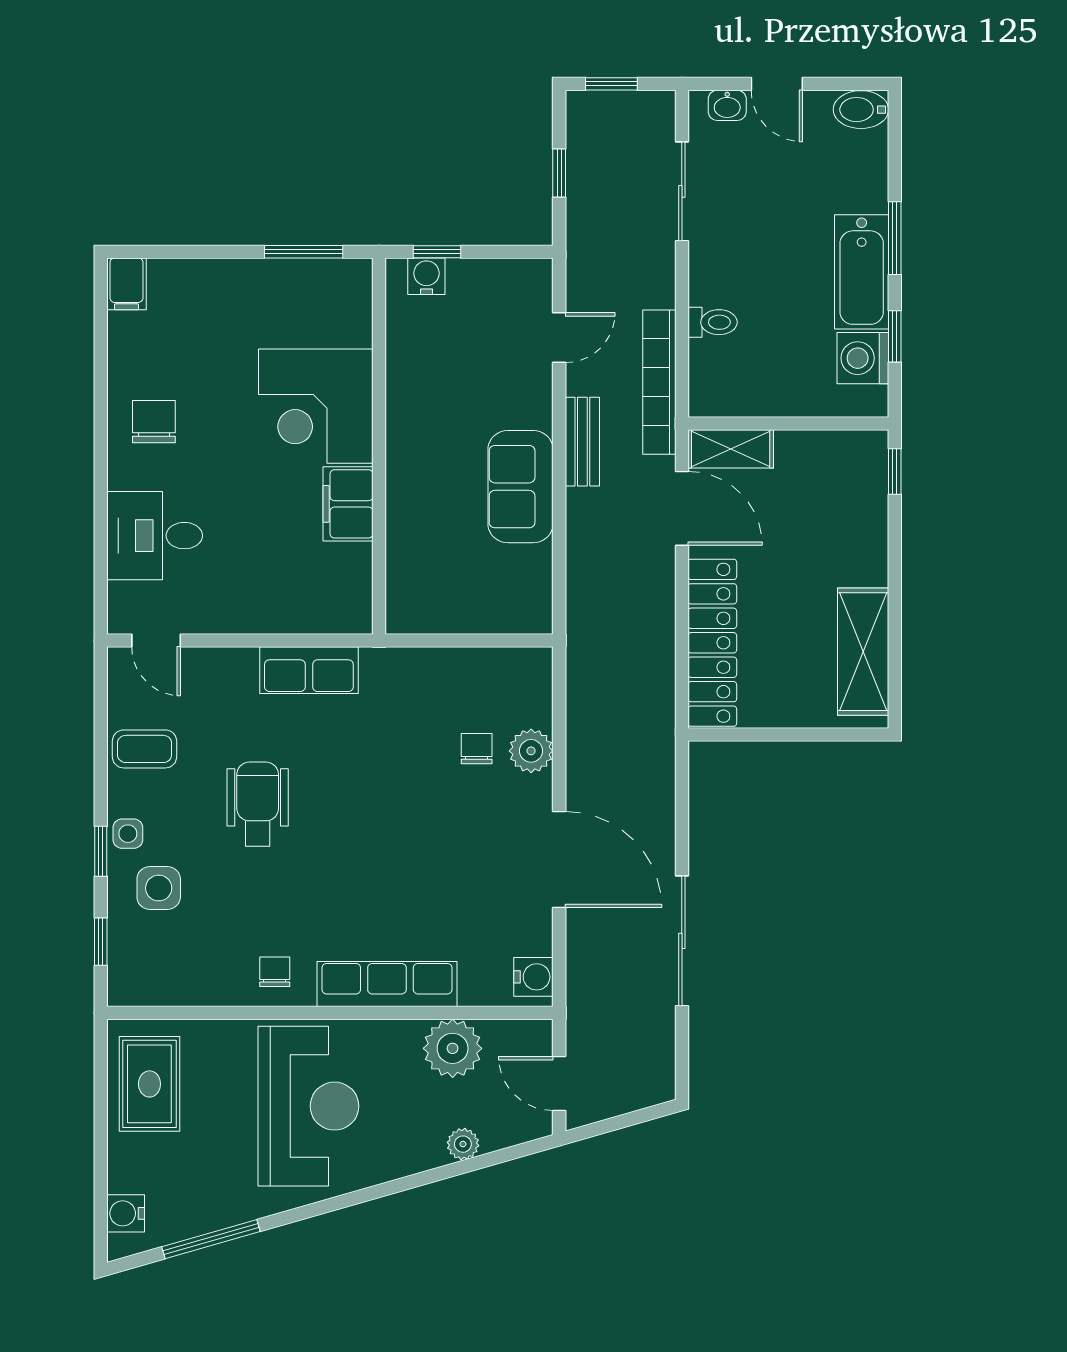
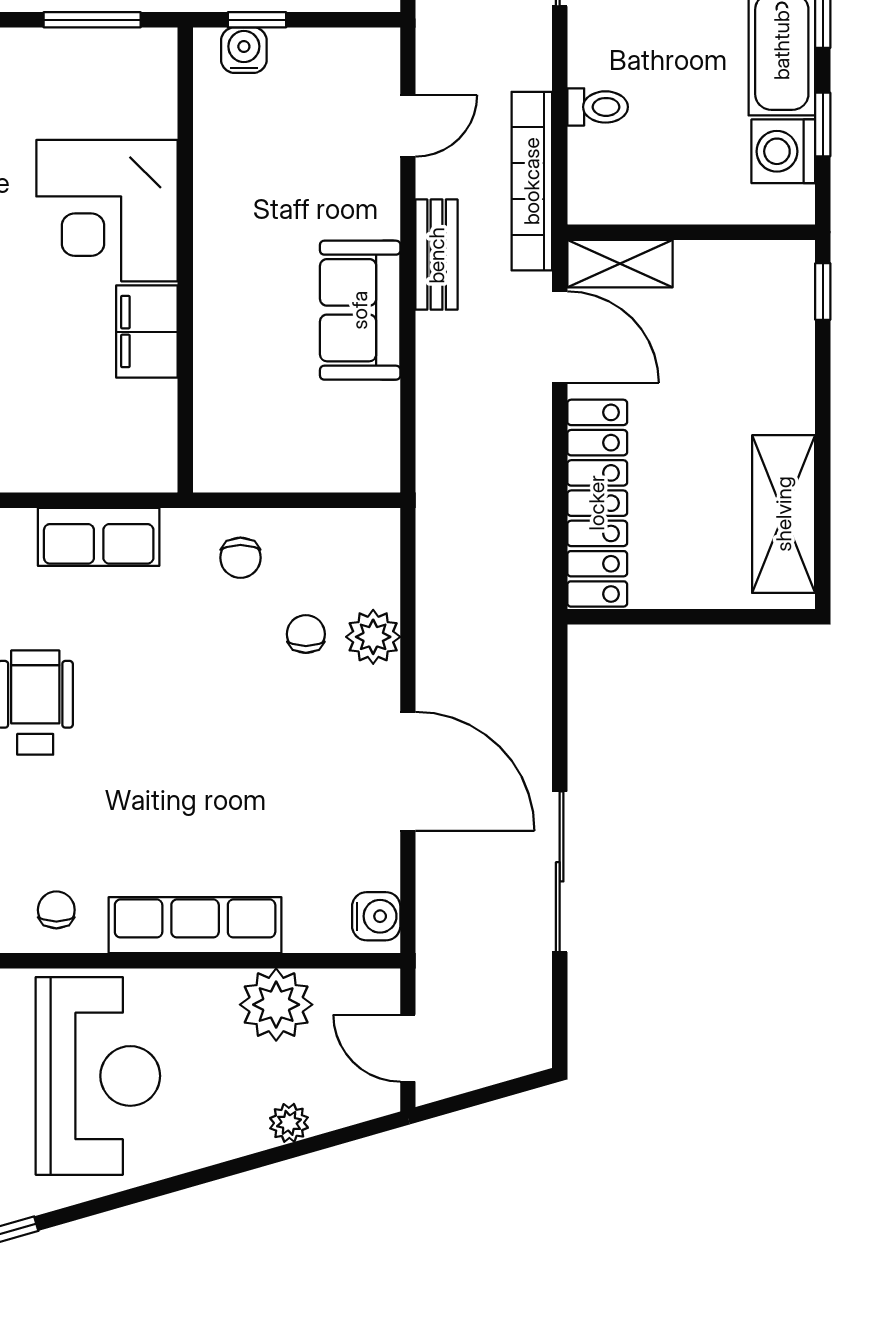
chair: (424, 687) -> (240, 558), added

